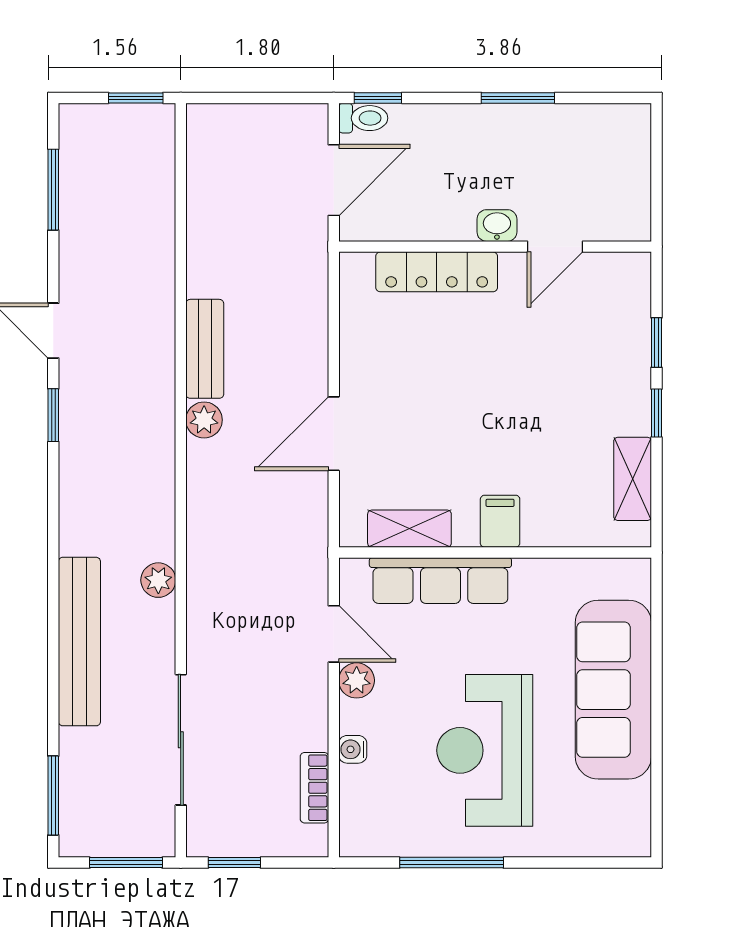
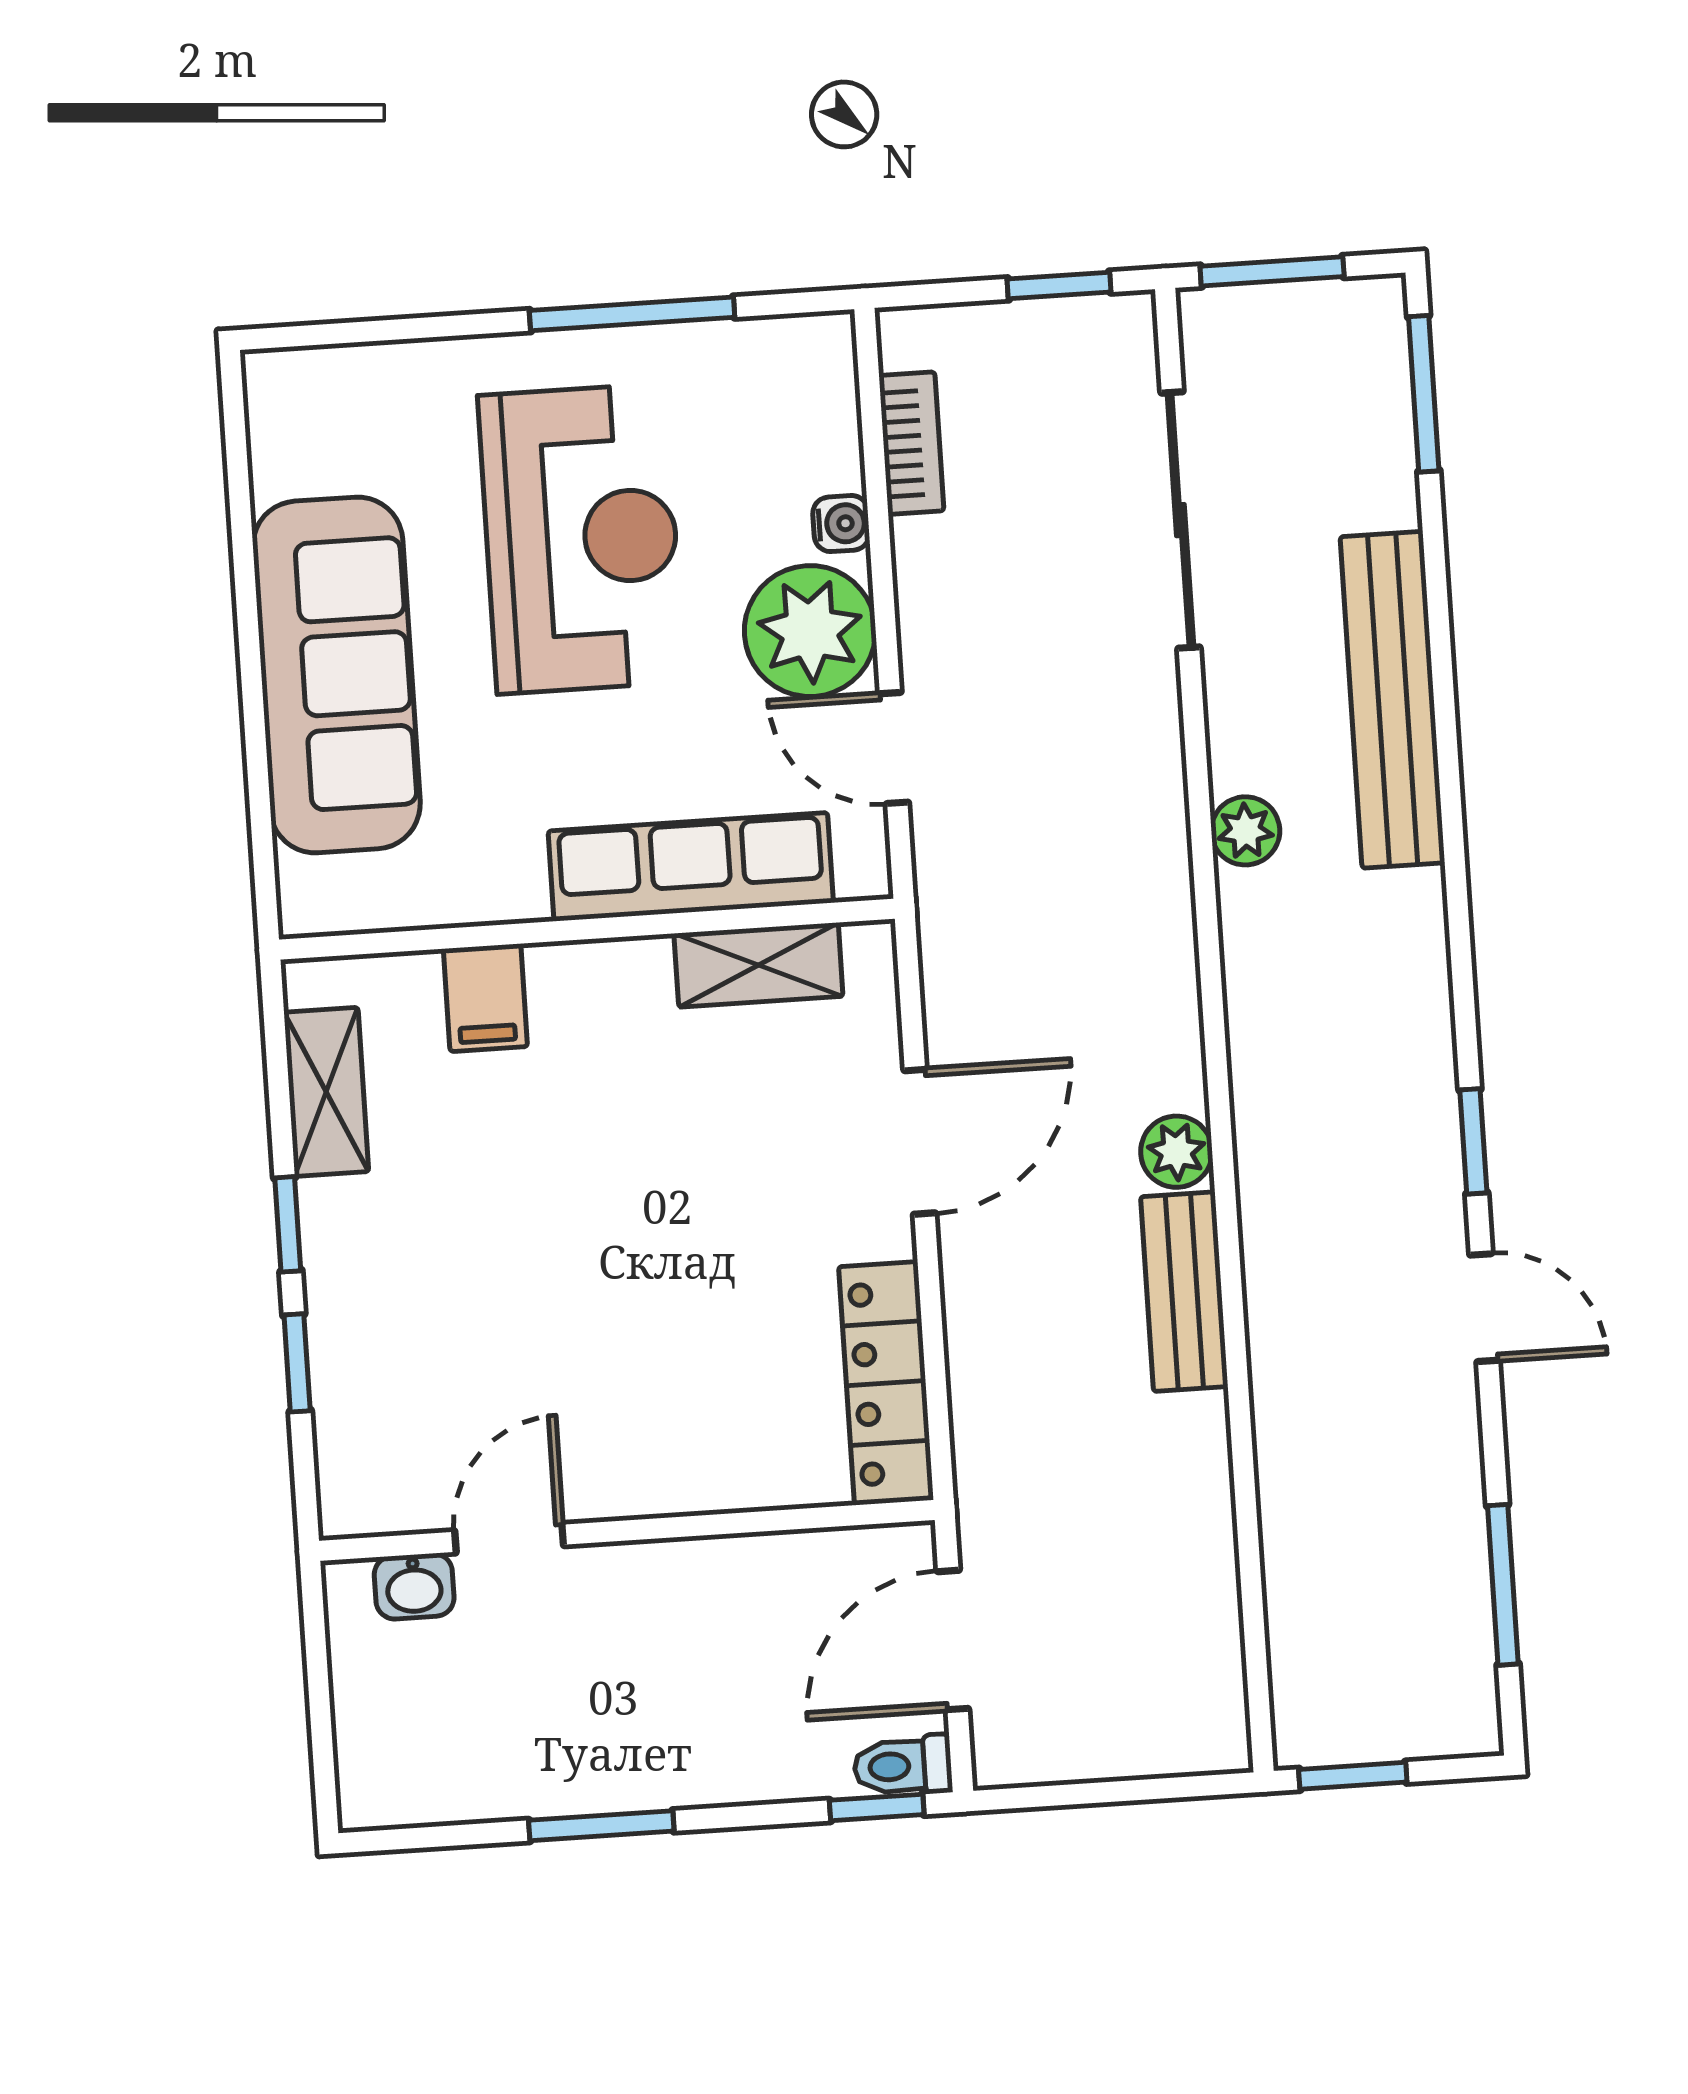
washbasin: (497, 226) -> (414, 1586), moved
locker: (437, 272) -> (886, 1383), moved, turned -90
filing cabinet: (500, 521) -> (485, 998), moved
plant: (357, 680) -> (810, 631), width x1.88, depth x1.88

